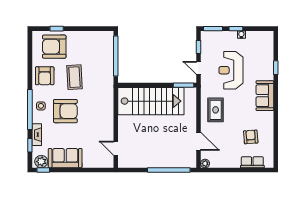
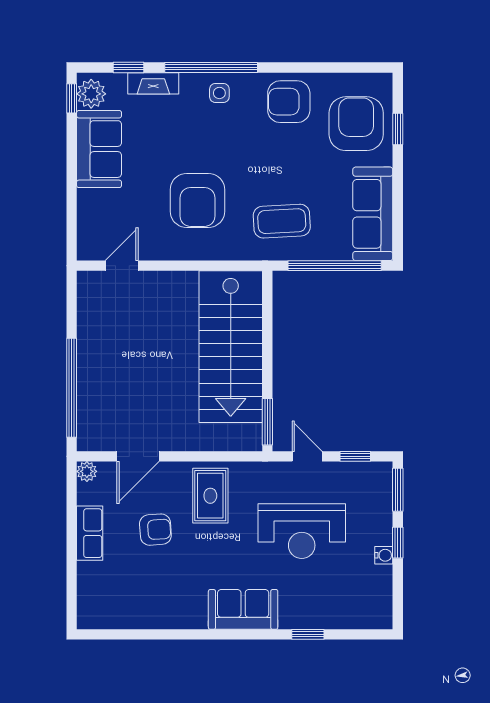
sofa: (93, 39) -> (373, 214), added
door: (198, 68) -> (307, 456), hinge flipped
reception desk: (231, 70) -> (302, 531), turned 180
coffee table: (74, 77) -> (282, 221), moved
rug: (216, 110) -> (210, 496), turned 90
armchair: (65, 111) -> (197, 200), moved
armchair: (251, 137) -> (155, 530), moved
row of seats: (252, 162) -> (90, 533), moved

